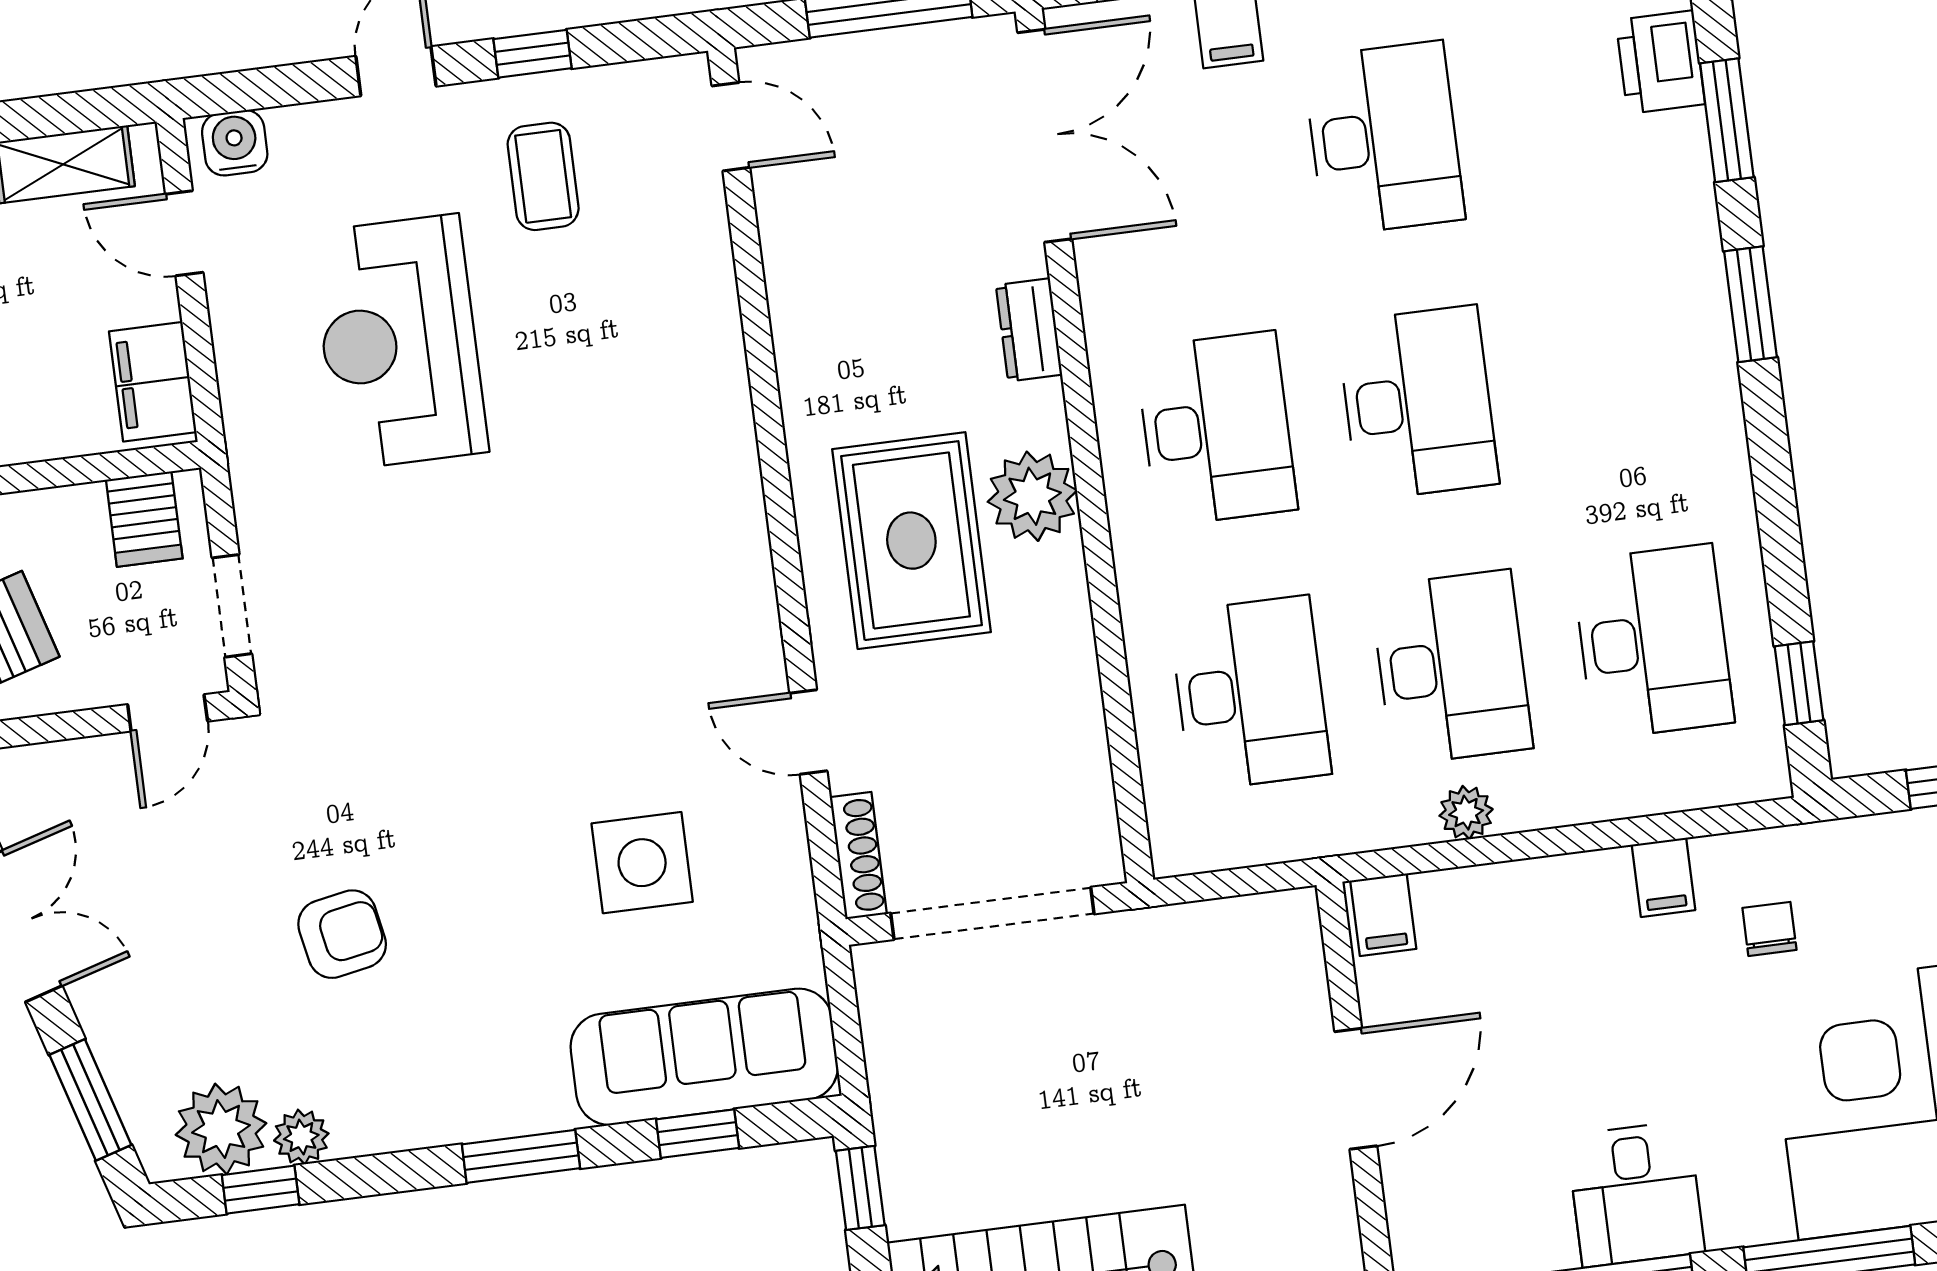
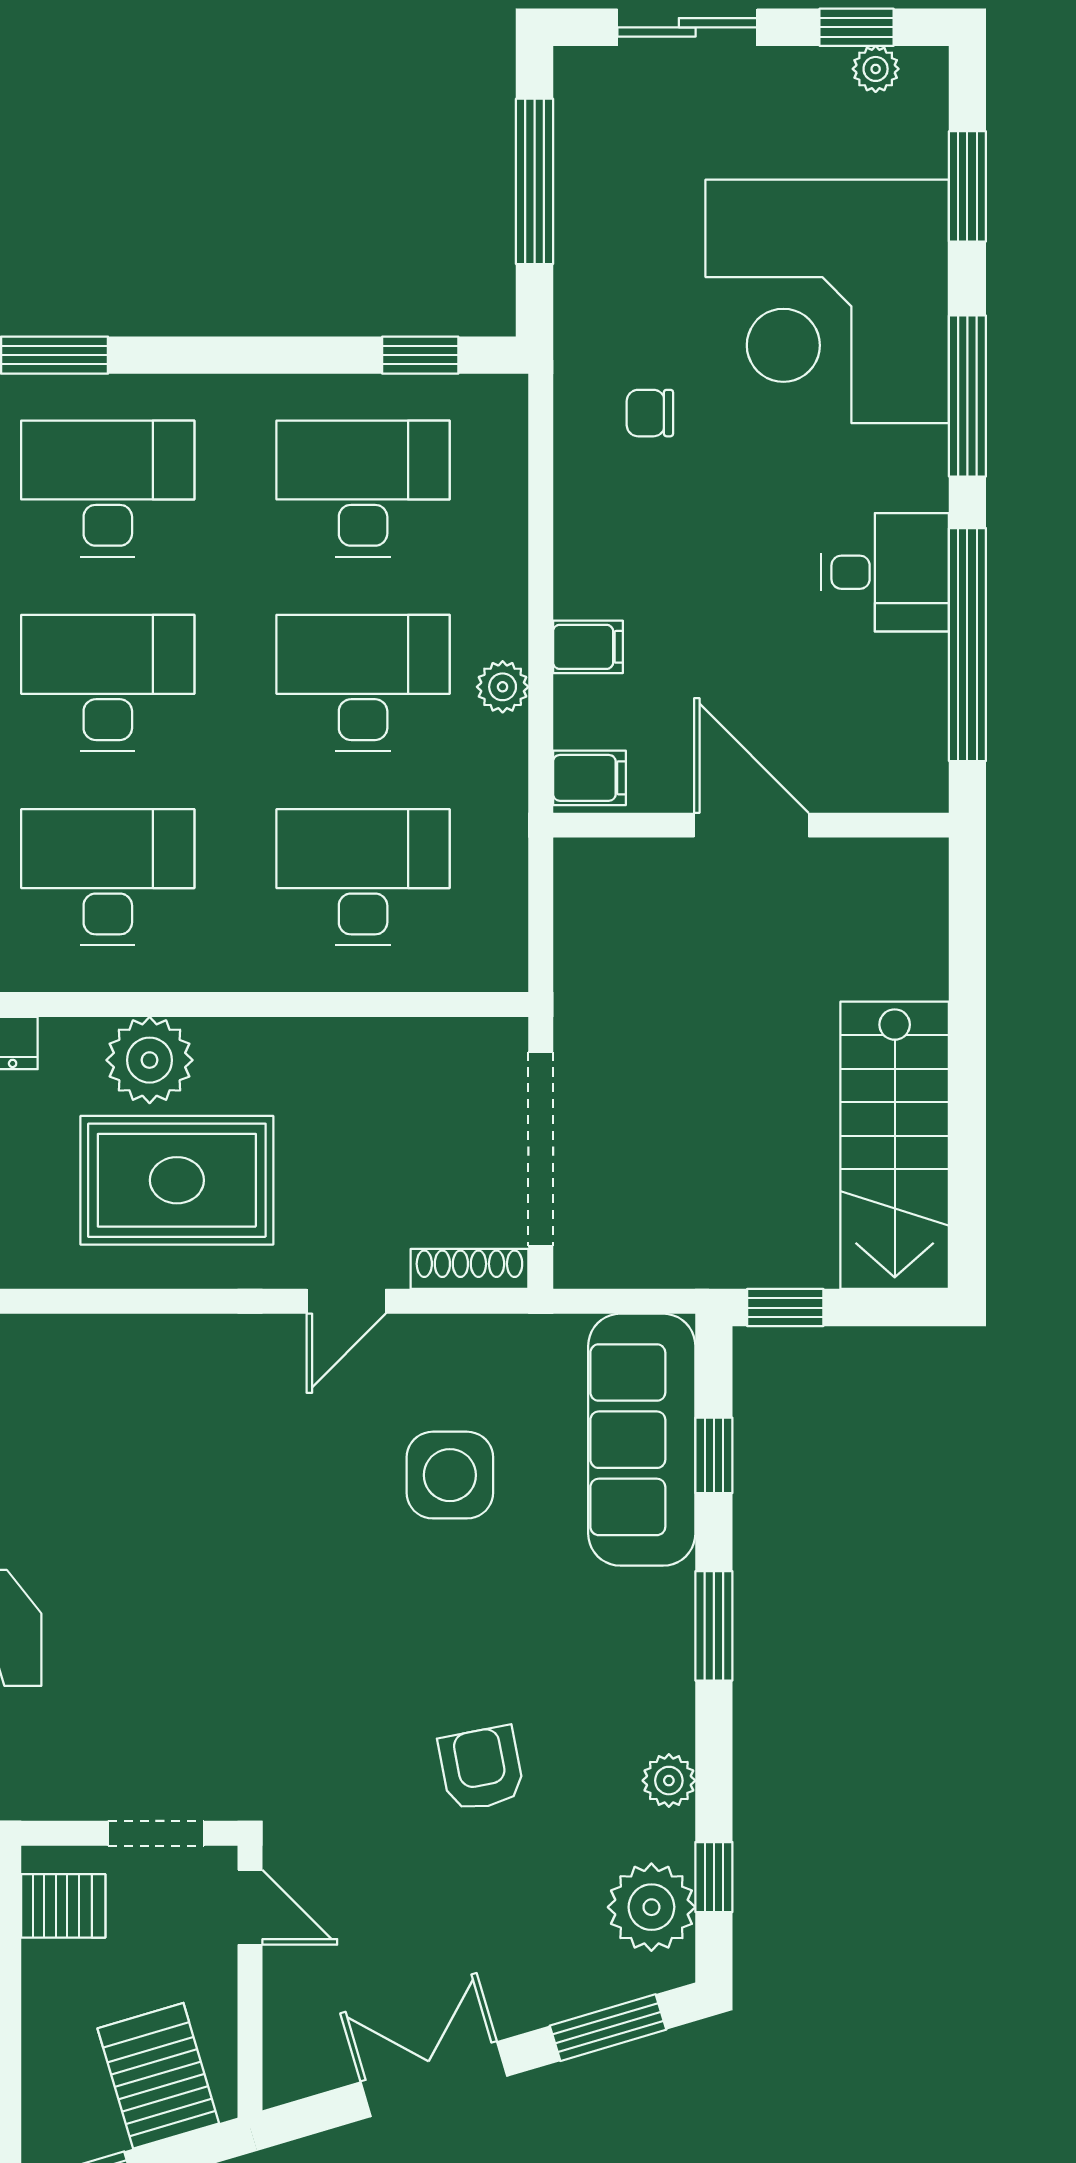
desk: (1619, 377) -> (108, 489), added
filing cabinet: (1664, 877) -> (588, 647), moved
plant: (301, 1137) -> (669, 1781), moved

